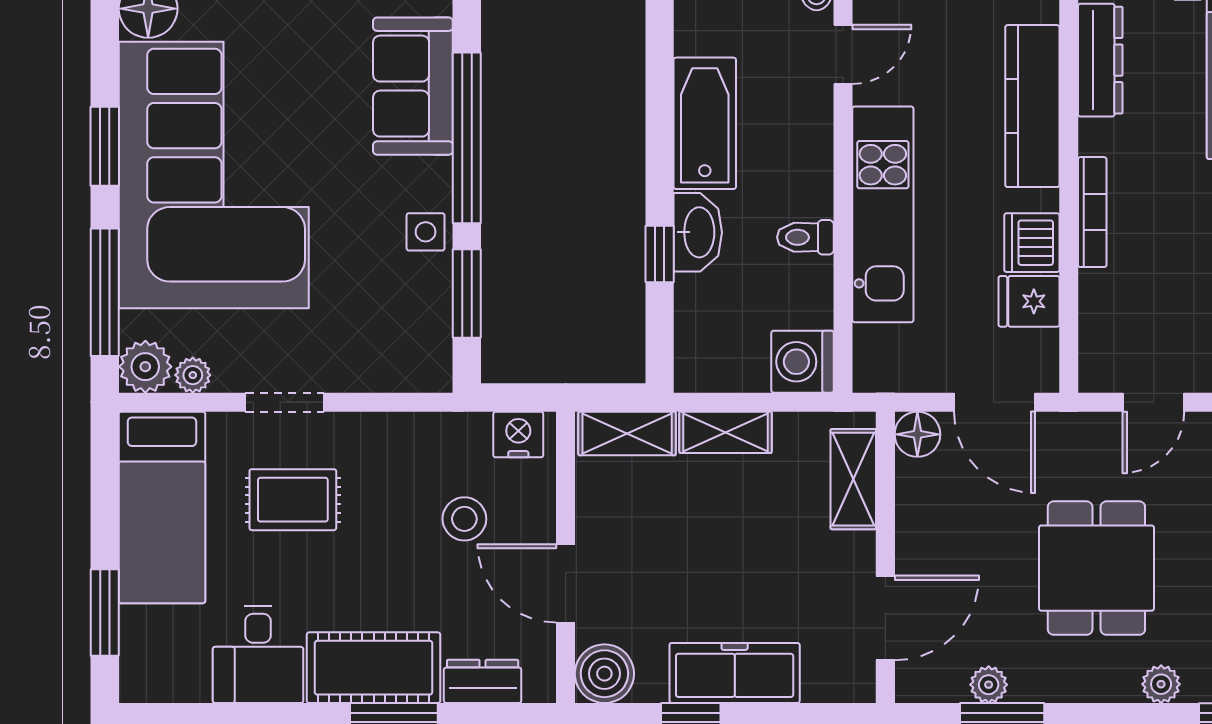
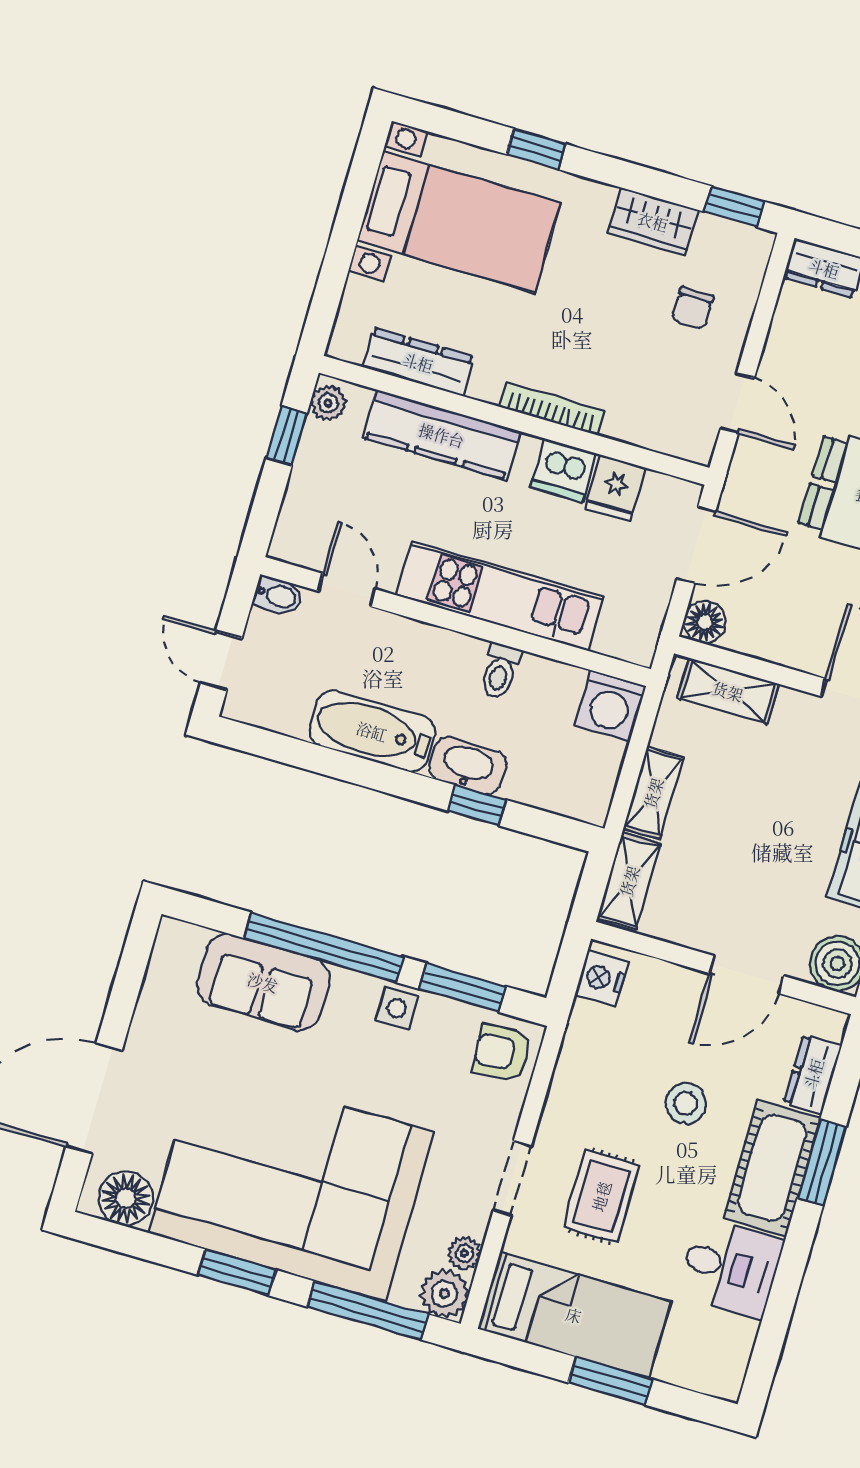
armchair: (411, 354) -> (502, 1053), added
stool: (464, 519) -> (686, 1103), moved
window: (105, 612) -> (610, 1381), moved

